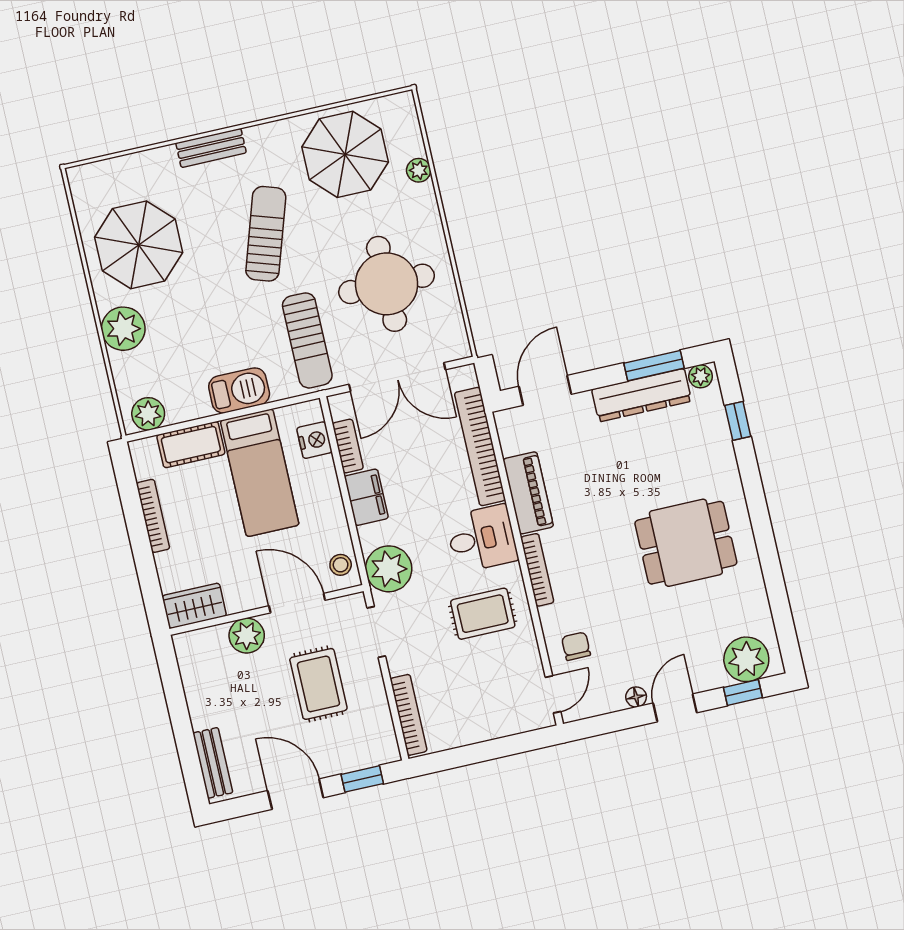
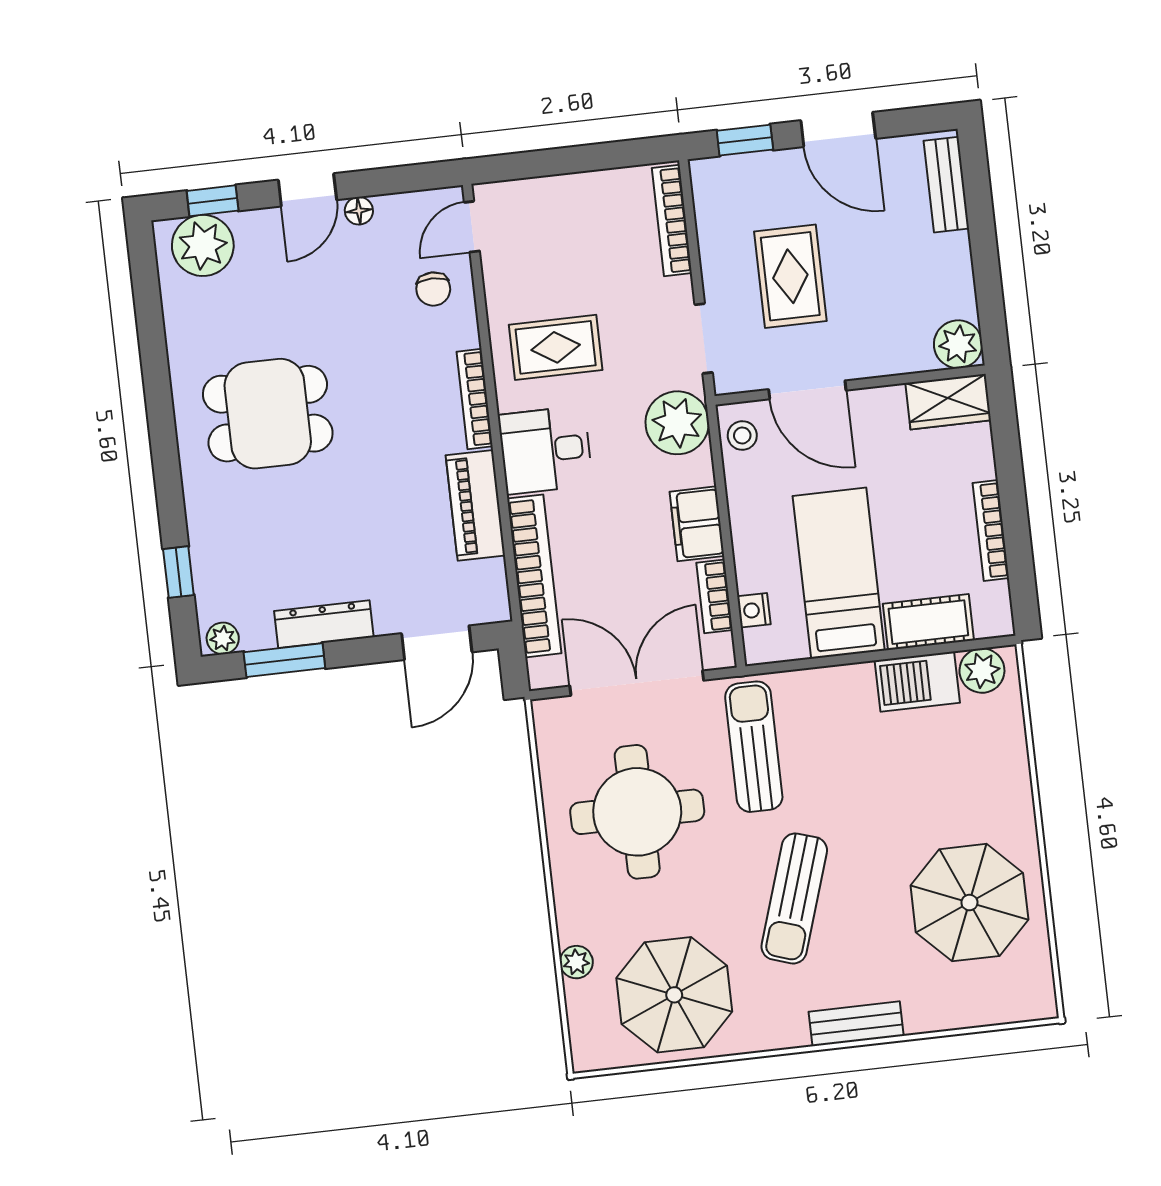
plant: (123, 329) -> (1003, 790), removed
barbecue: (239, 390) -> (917, 682), moved
dresser: (642, 395) -> (324, 624), width x0.73, depth x0.80
nightstand: (314, 440) -> (754, 610), width x0.72, depth x0.74
plant: (247, 636) -> (958, 344), moved

